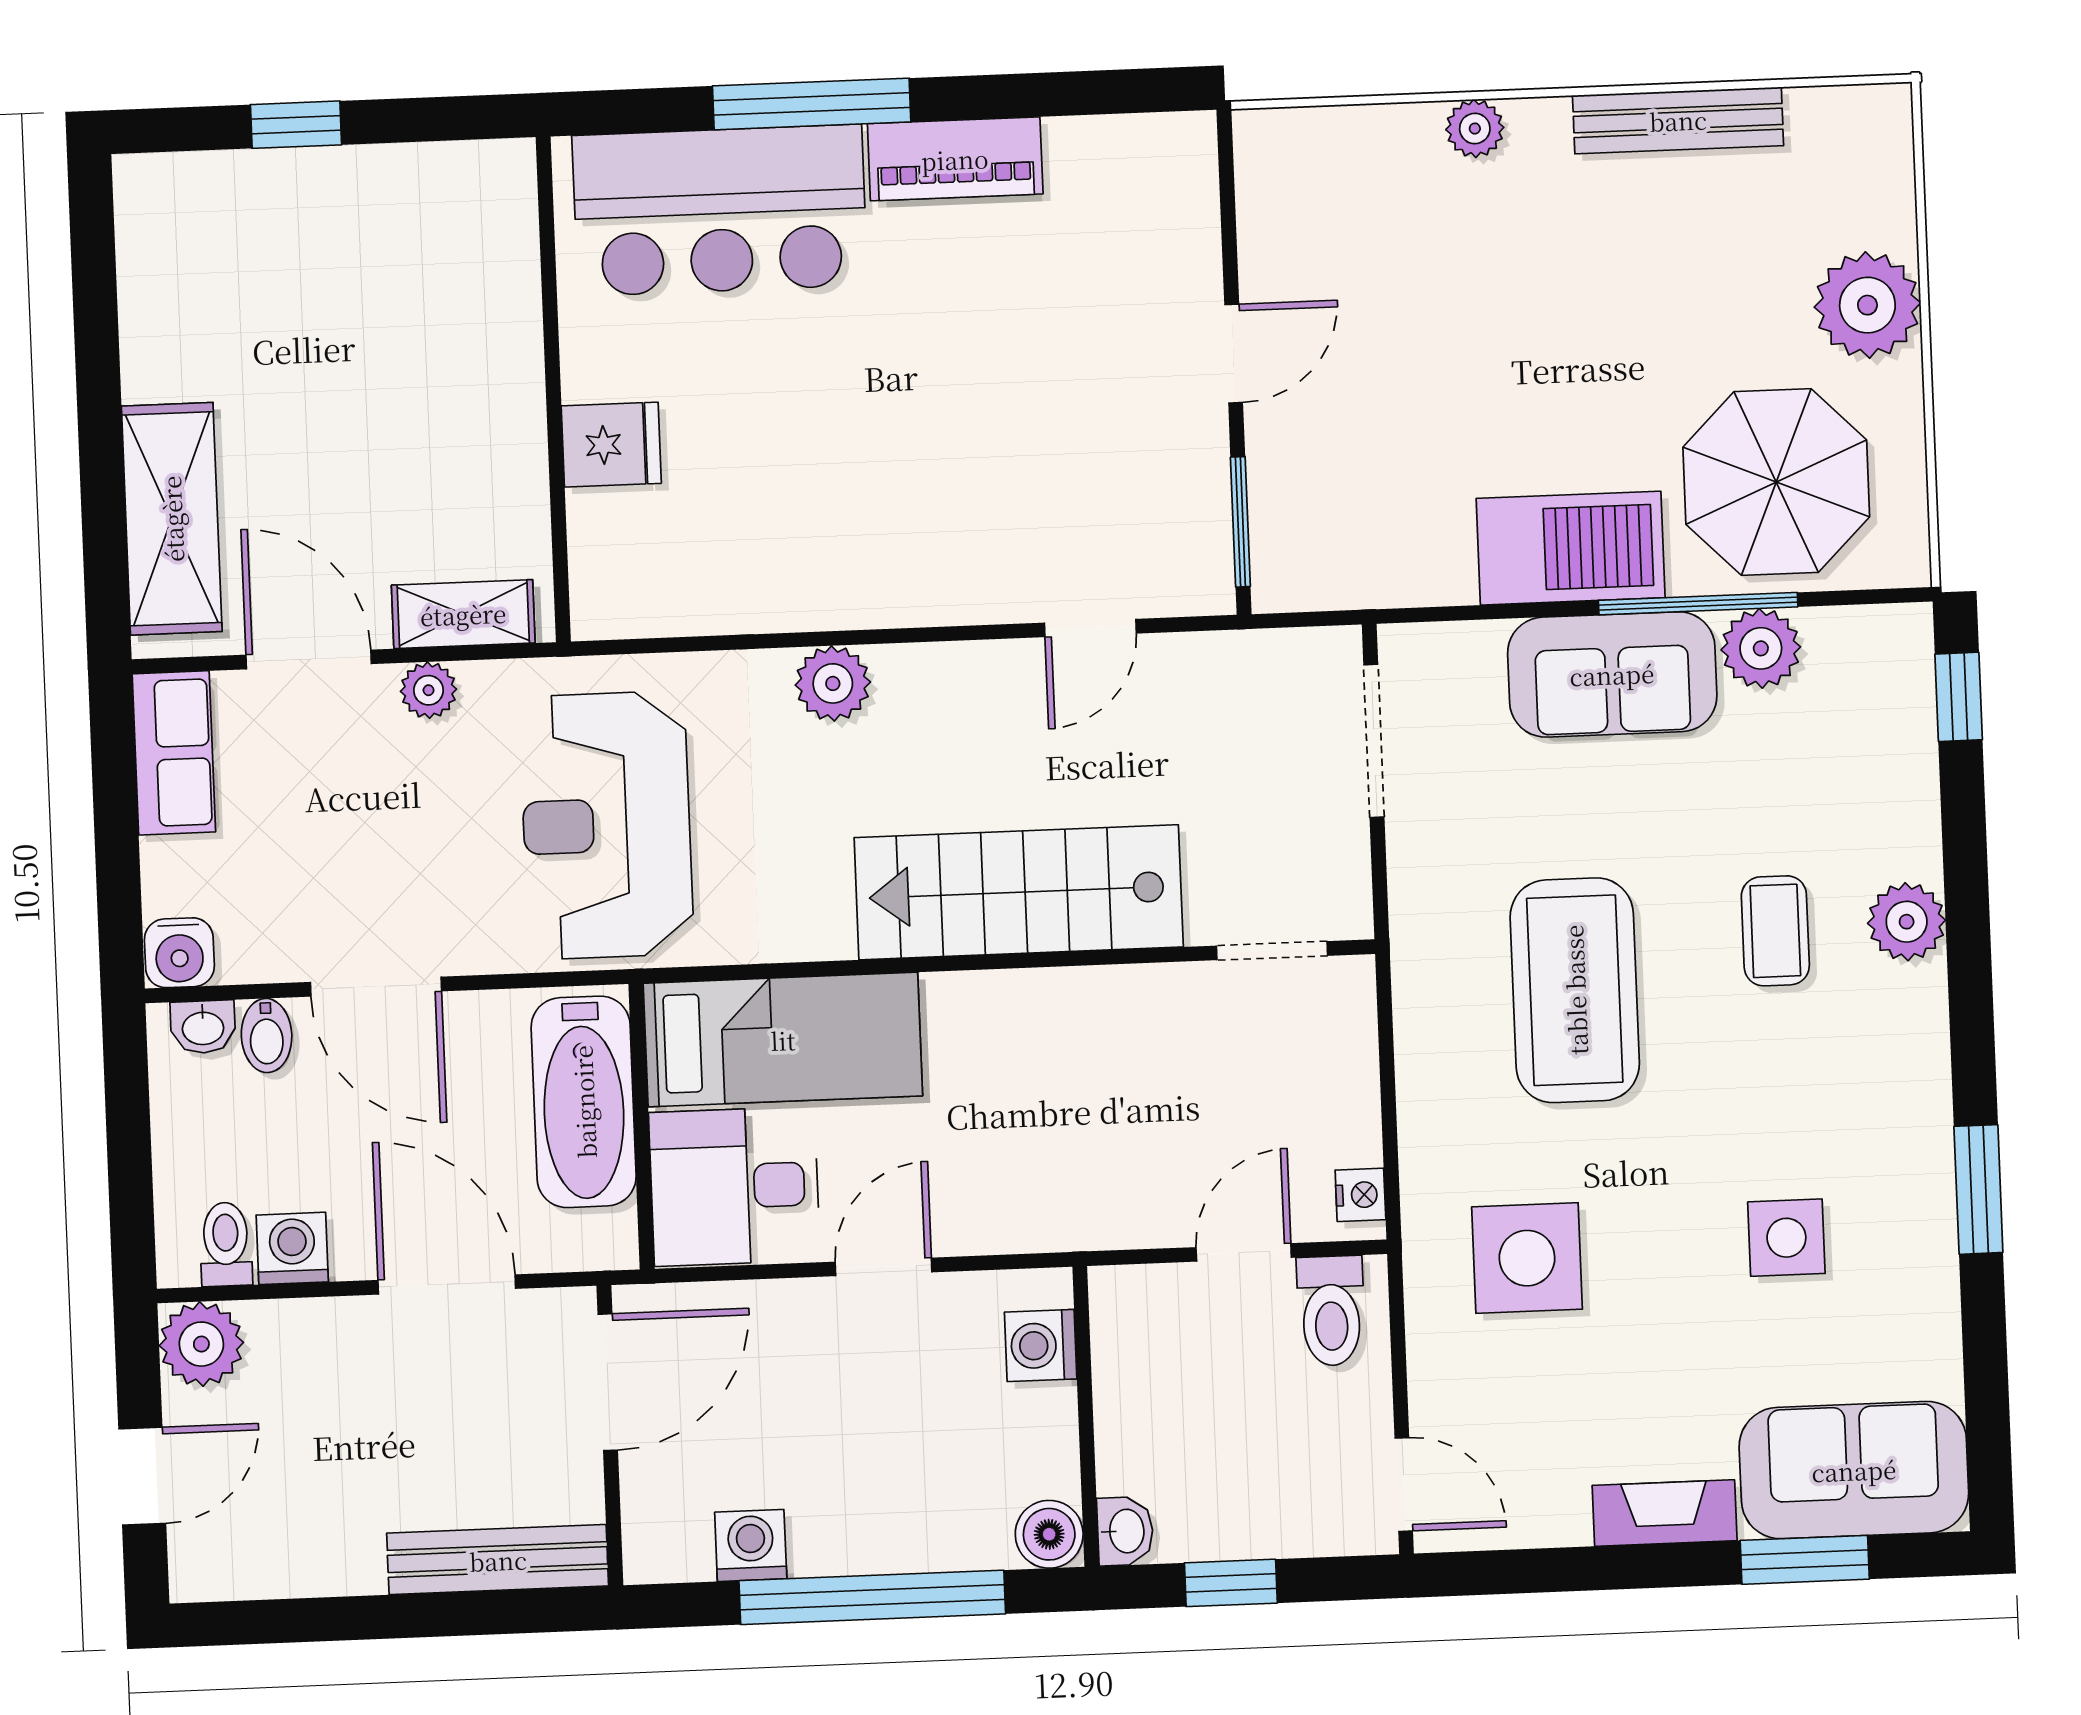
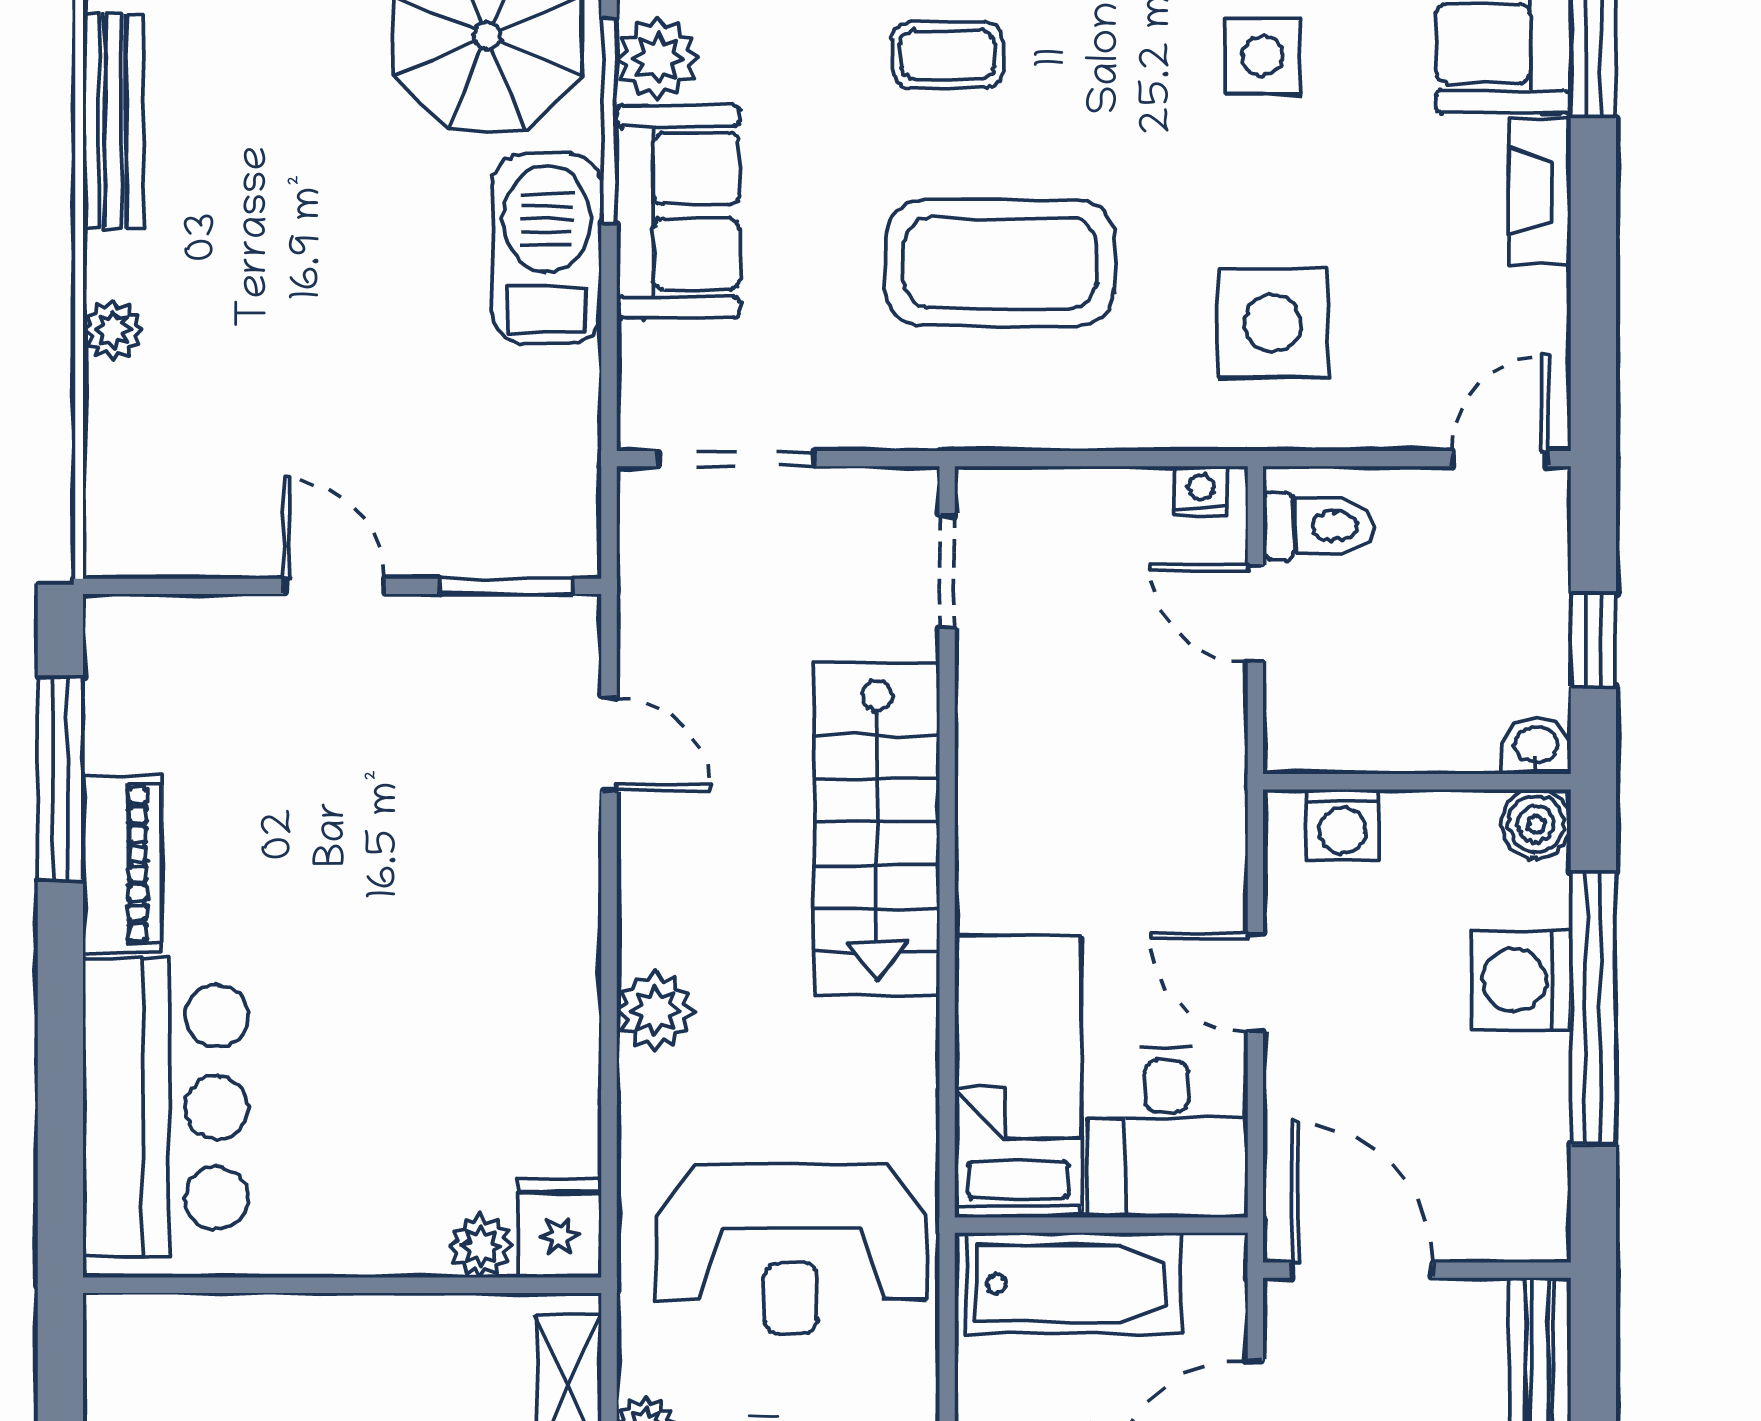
window: (812, 104) -> (60, 779), moved
fridge: (611, 445) -> (560, 1228), moved
plant: (597, 523) -> (481, 1246), added
washing machine: (751, 1545) -> (1522, 980), moved, width x1.38, depth x1.38

